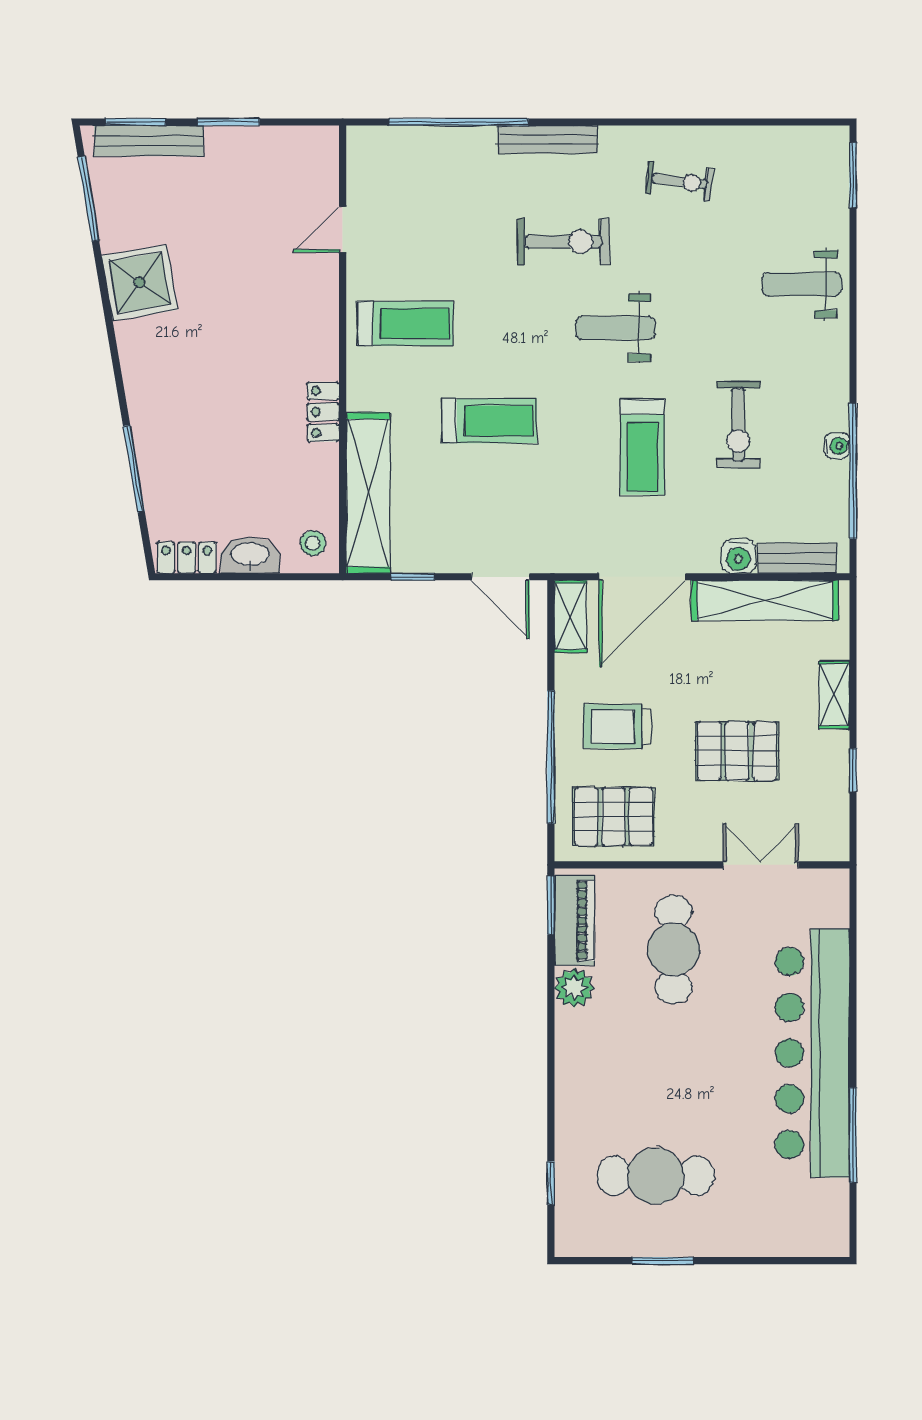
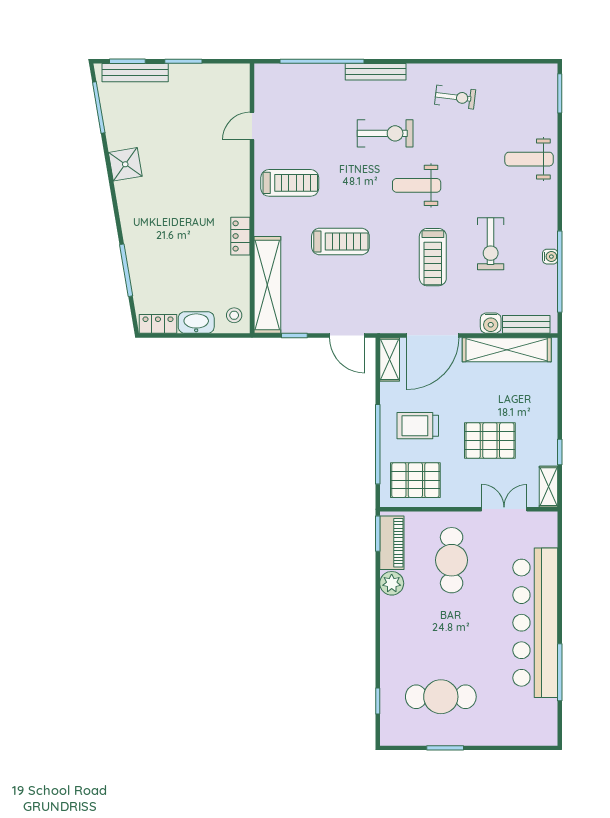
shower: (140, 283) -> (125, 164), width x0.73, depth x0.73
shelving: (834, 695) -> (549, 487), moved

